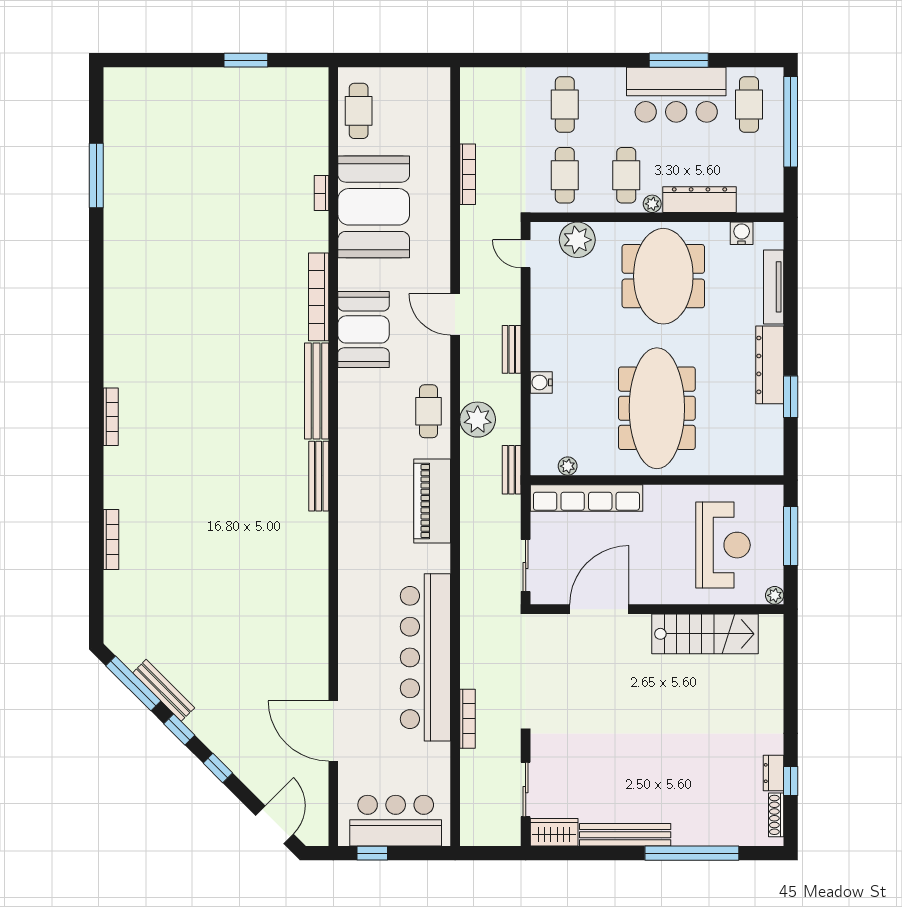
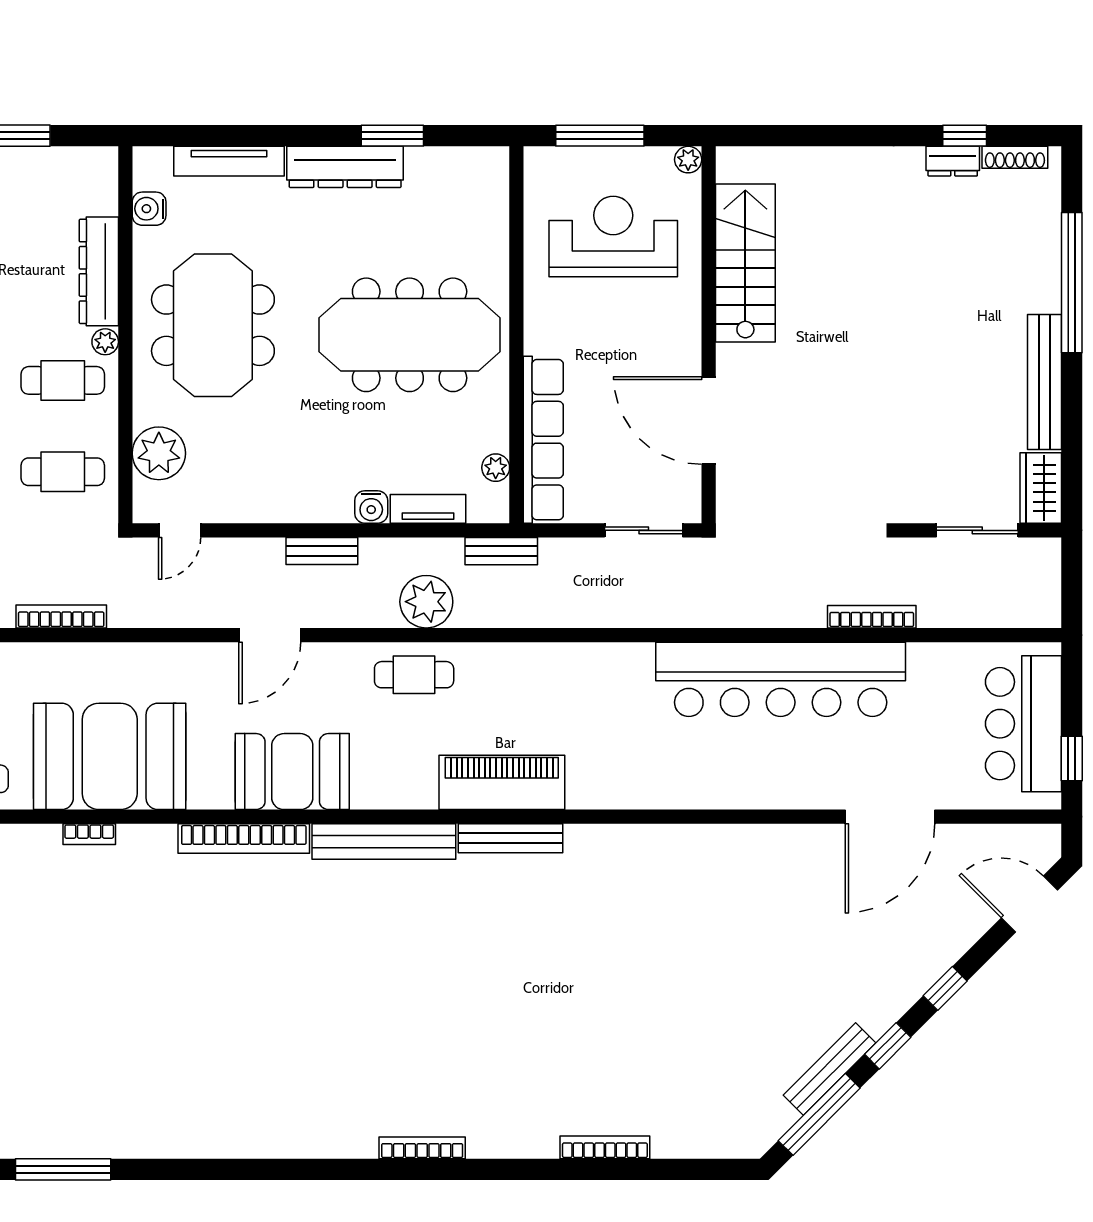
meeting table: (663, 276) -> (213, 325), turned 90
tv unit: (540, 421) -> (428, 509), added
piano: (432, 501) -> (502, 782), moved, turned 180

